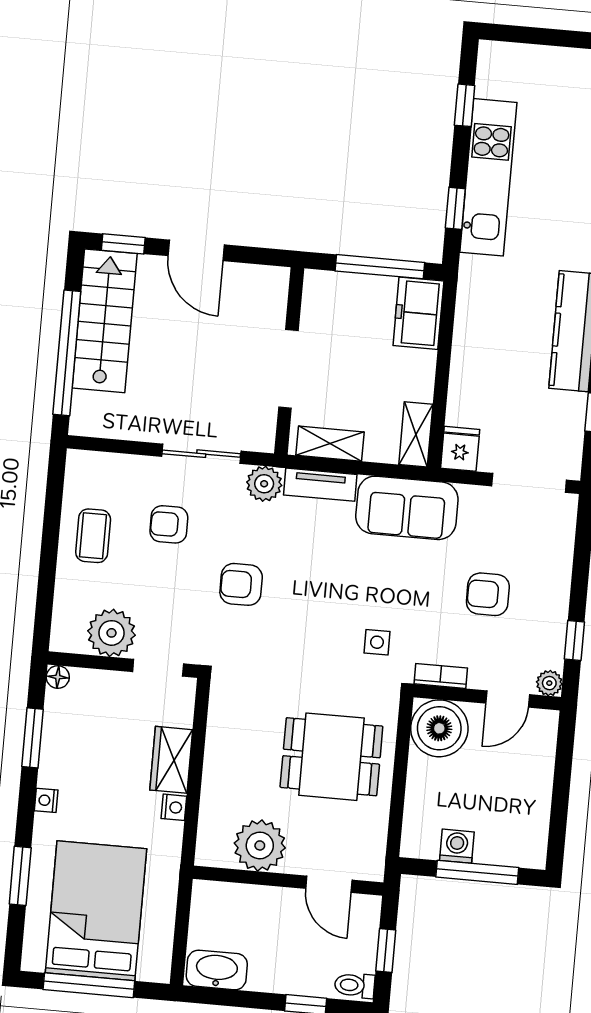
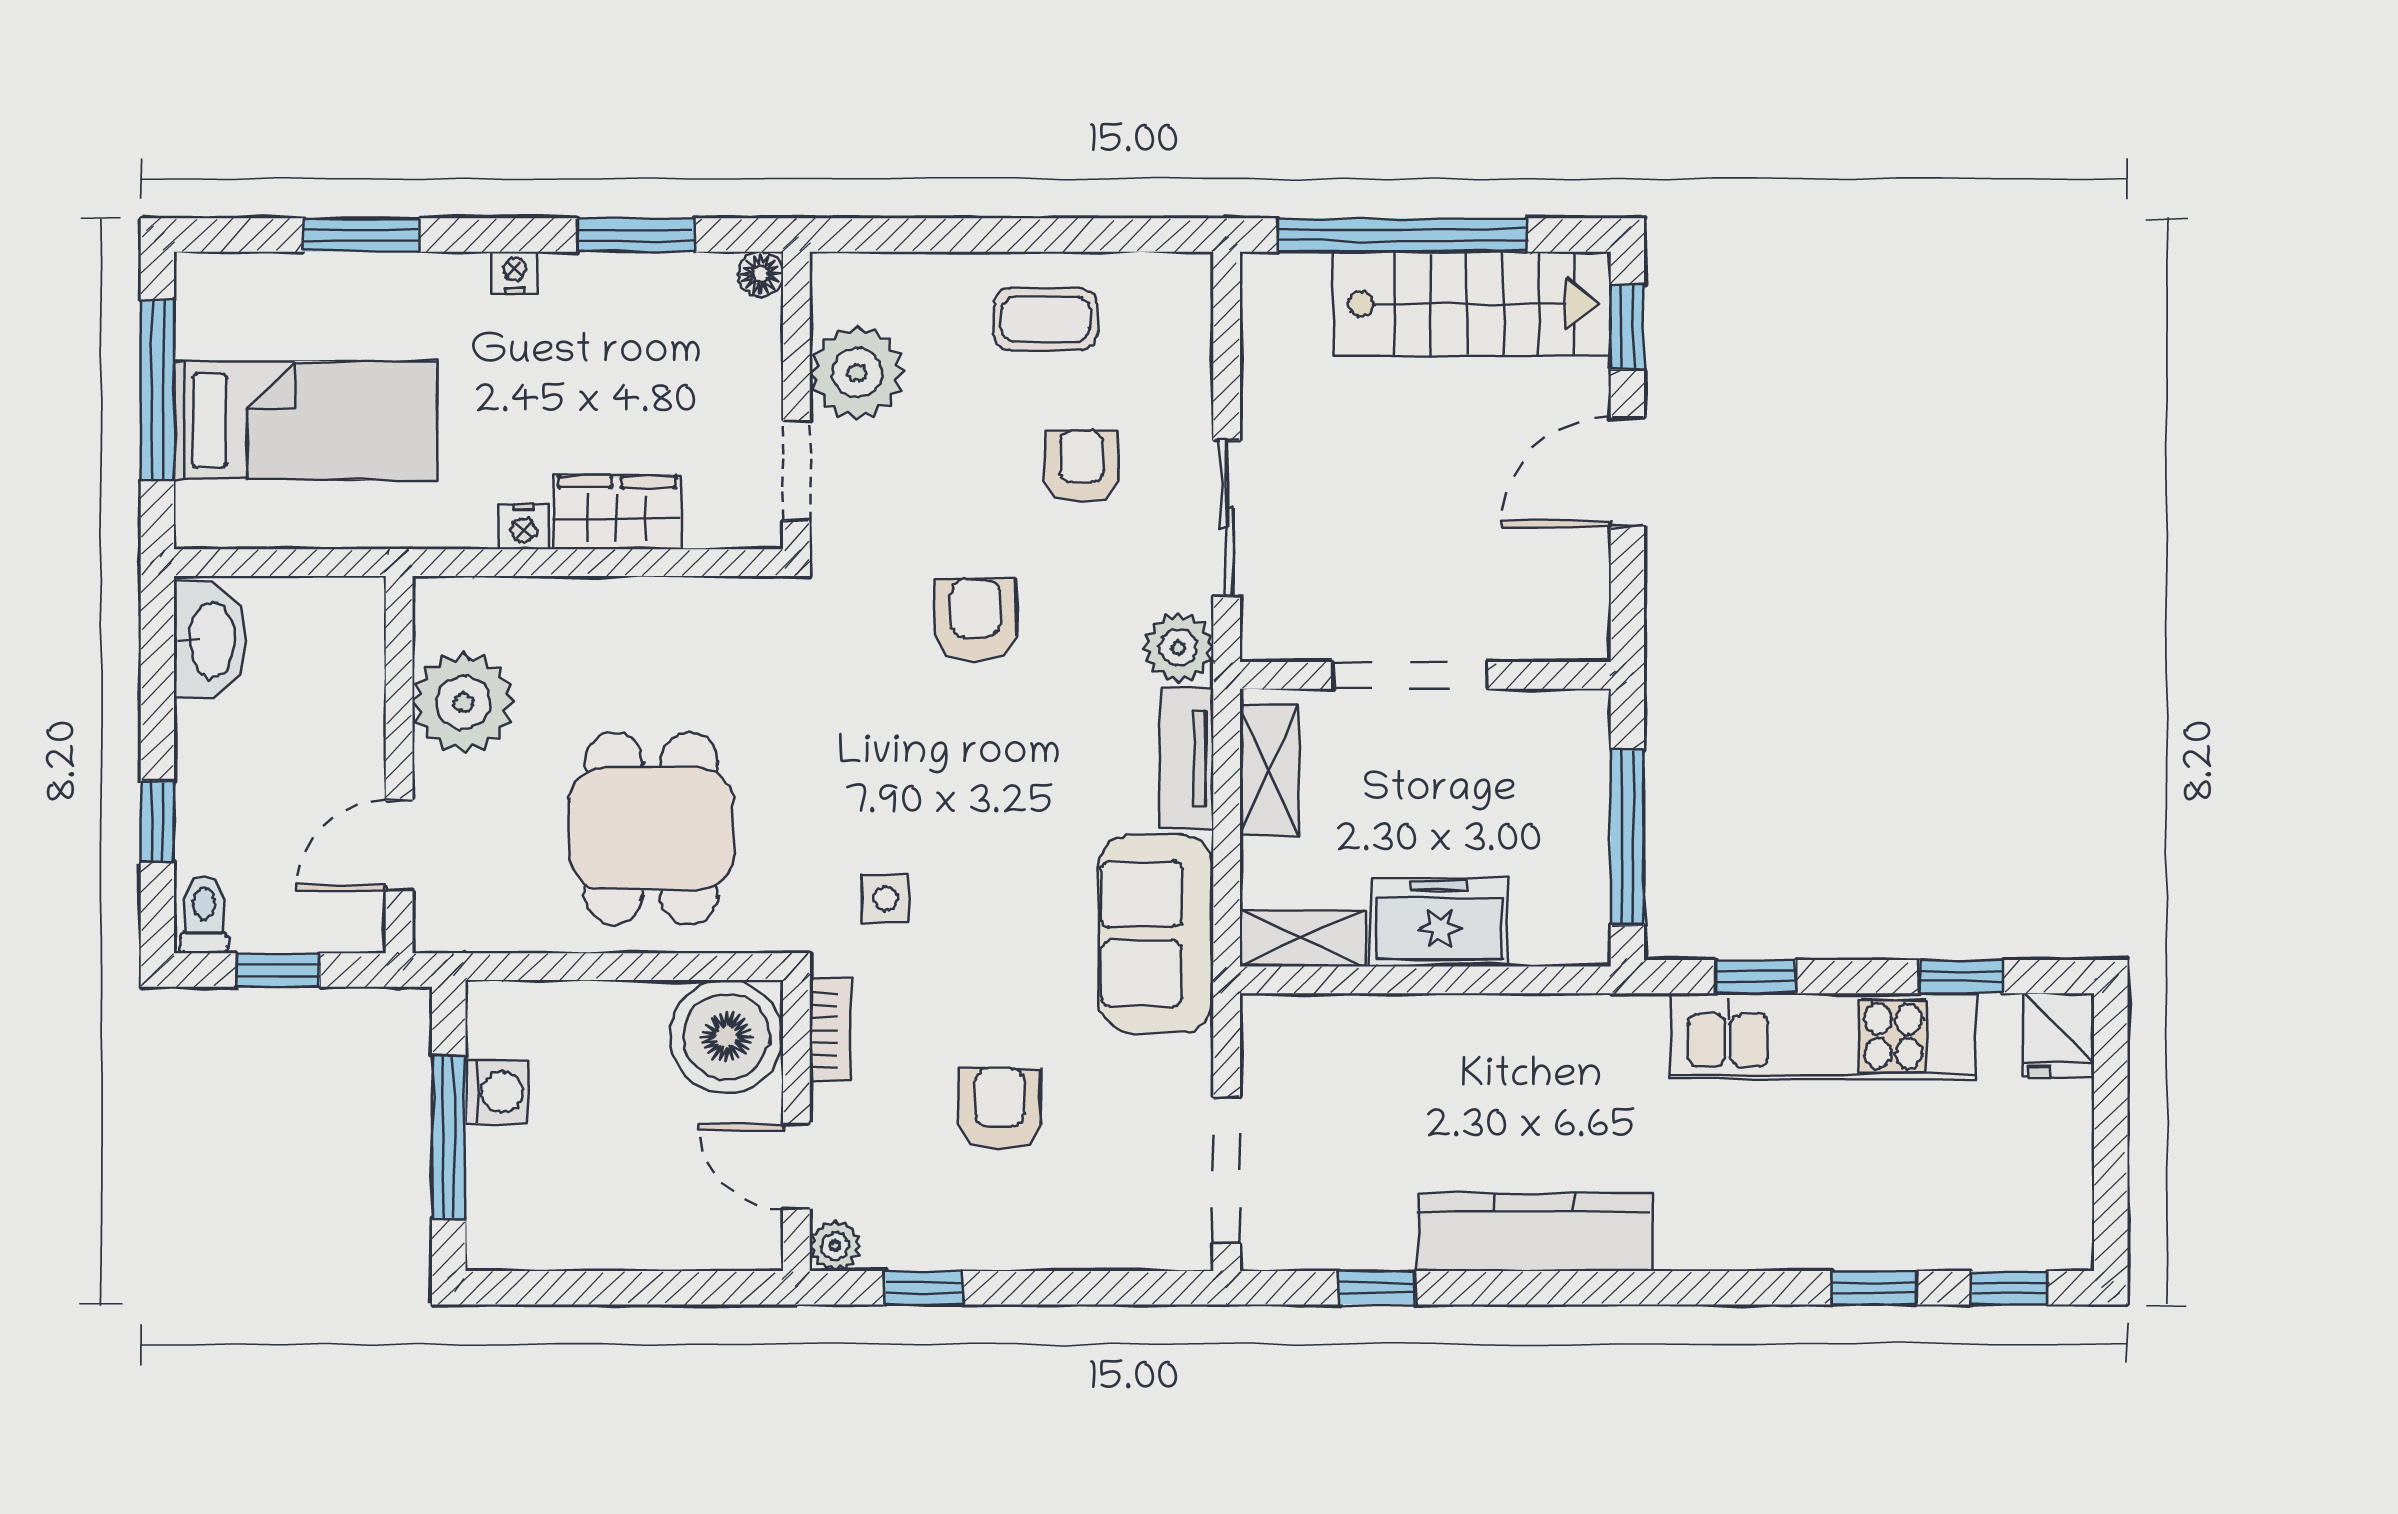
freezer: (418, 313) -> (1439, 922), moved
fridge: (460, 449) -> (2058, 1035), moved, turned 90
bed: (96, 911) -> (306, 420), width x0.67

